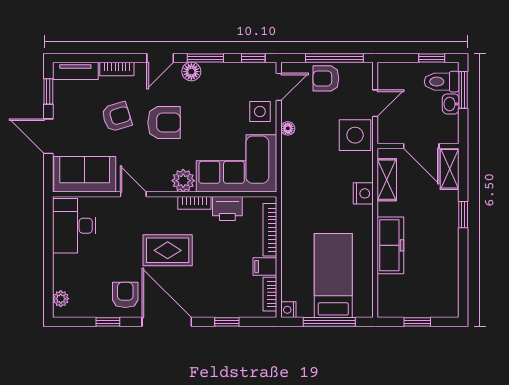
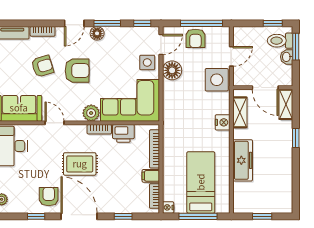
armchair: (326, 78) -> (195, 38), turned -90
floor lamp: (288, 128) -> (172, 70), width x1.89, depth x1.89

